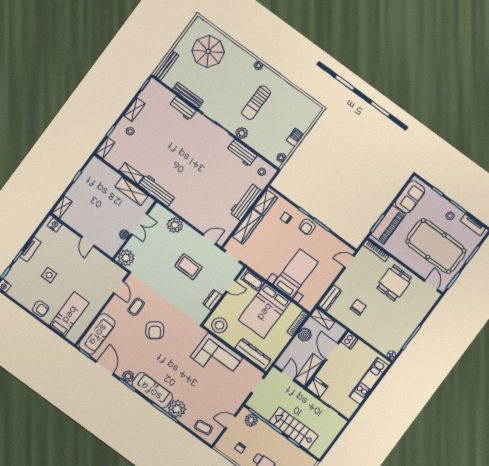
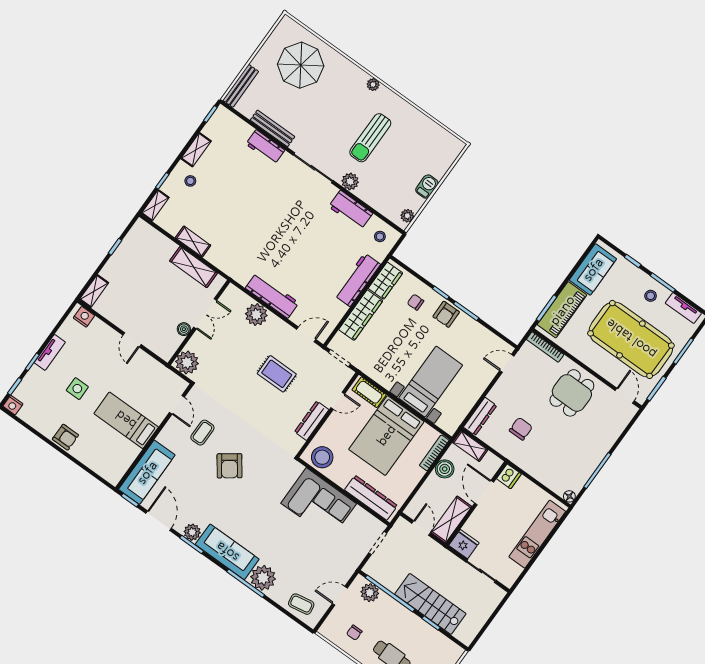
workbench: (157, 190) -> (272, 295), moved
dresser: (212, 300) -> (312, 421), width x1.44
bed: (69, 314) -> (126, 420), moved, turned -90

